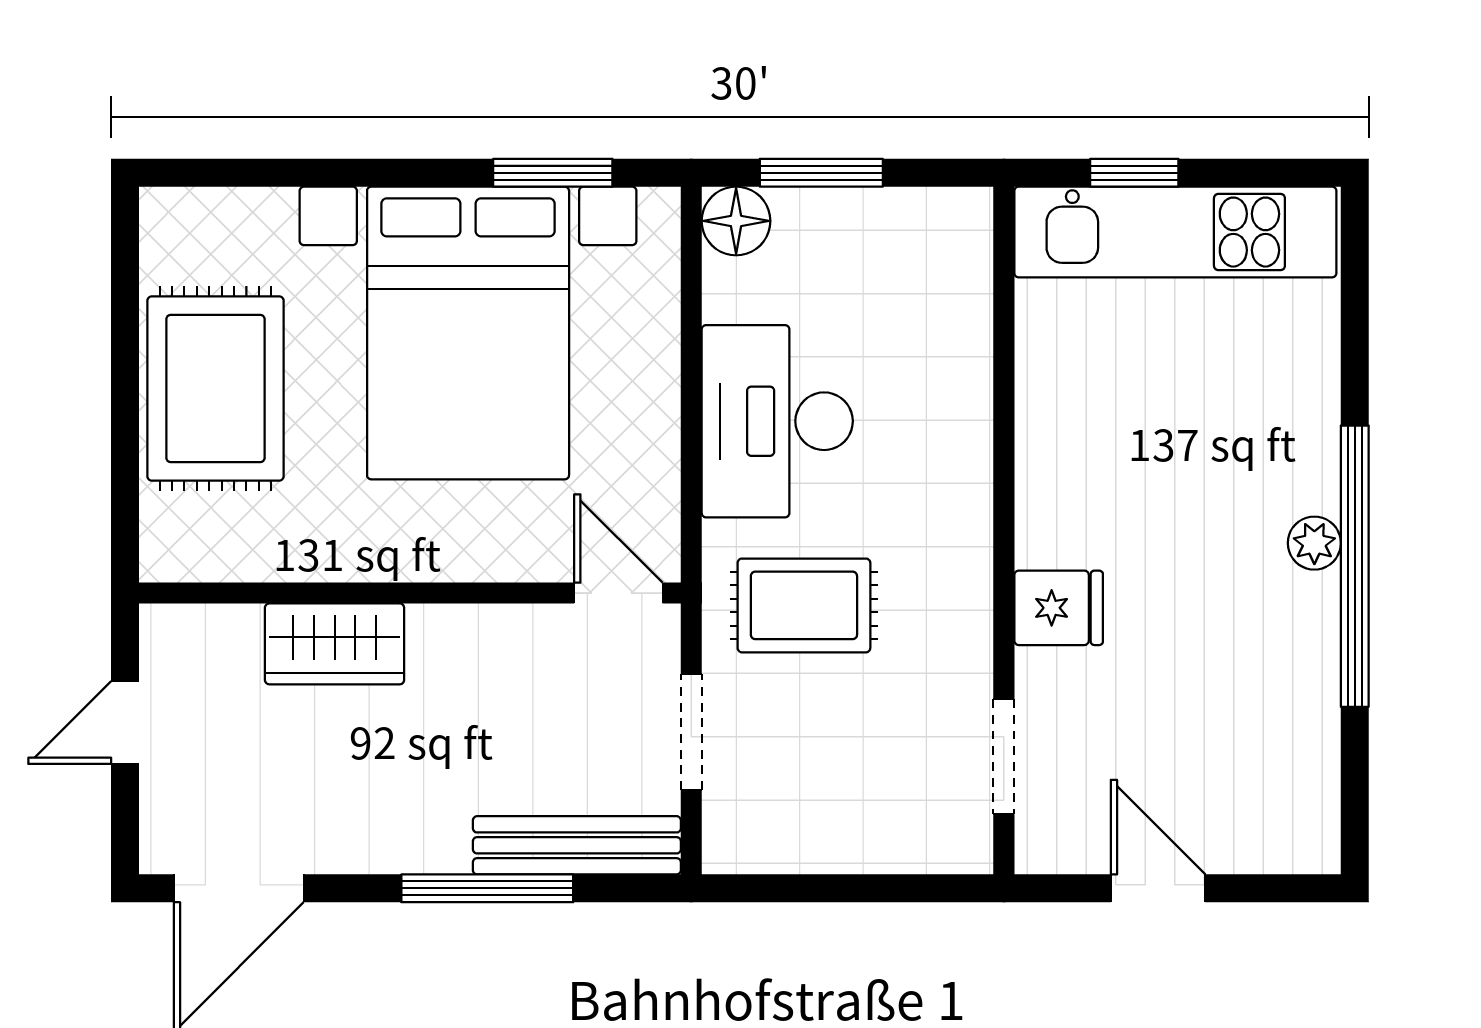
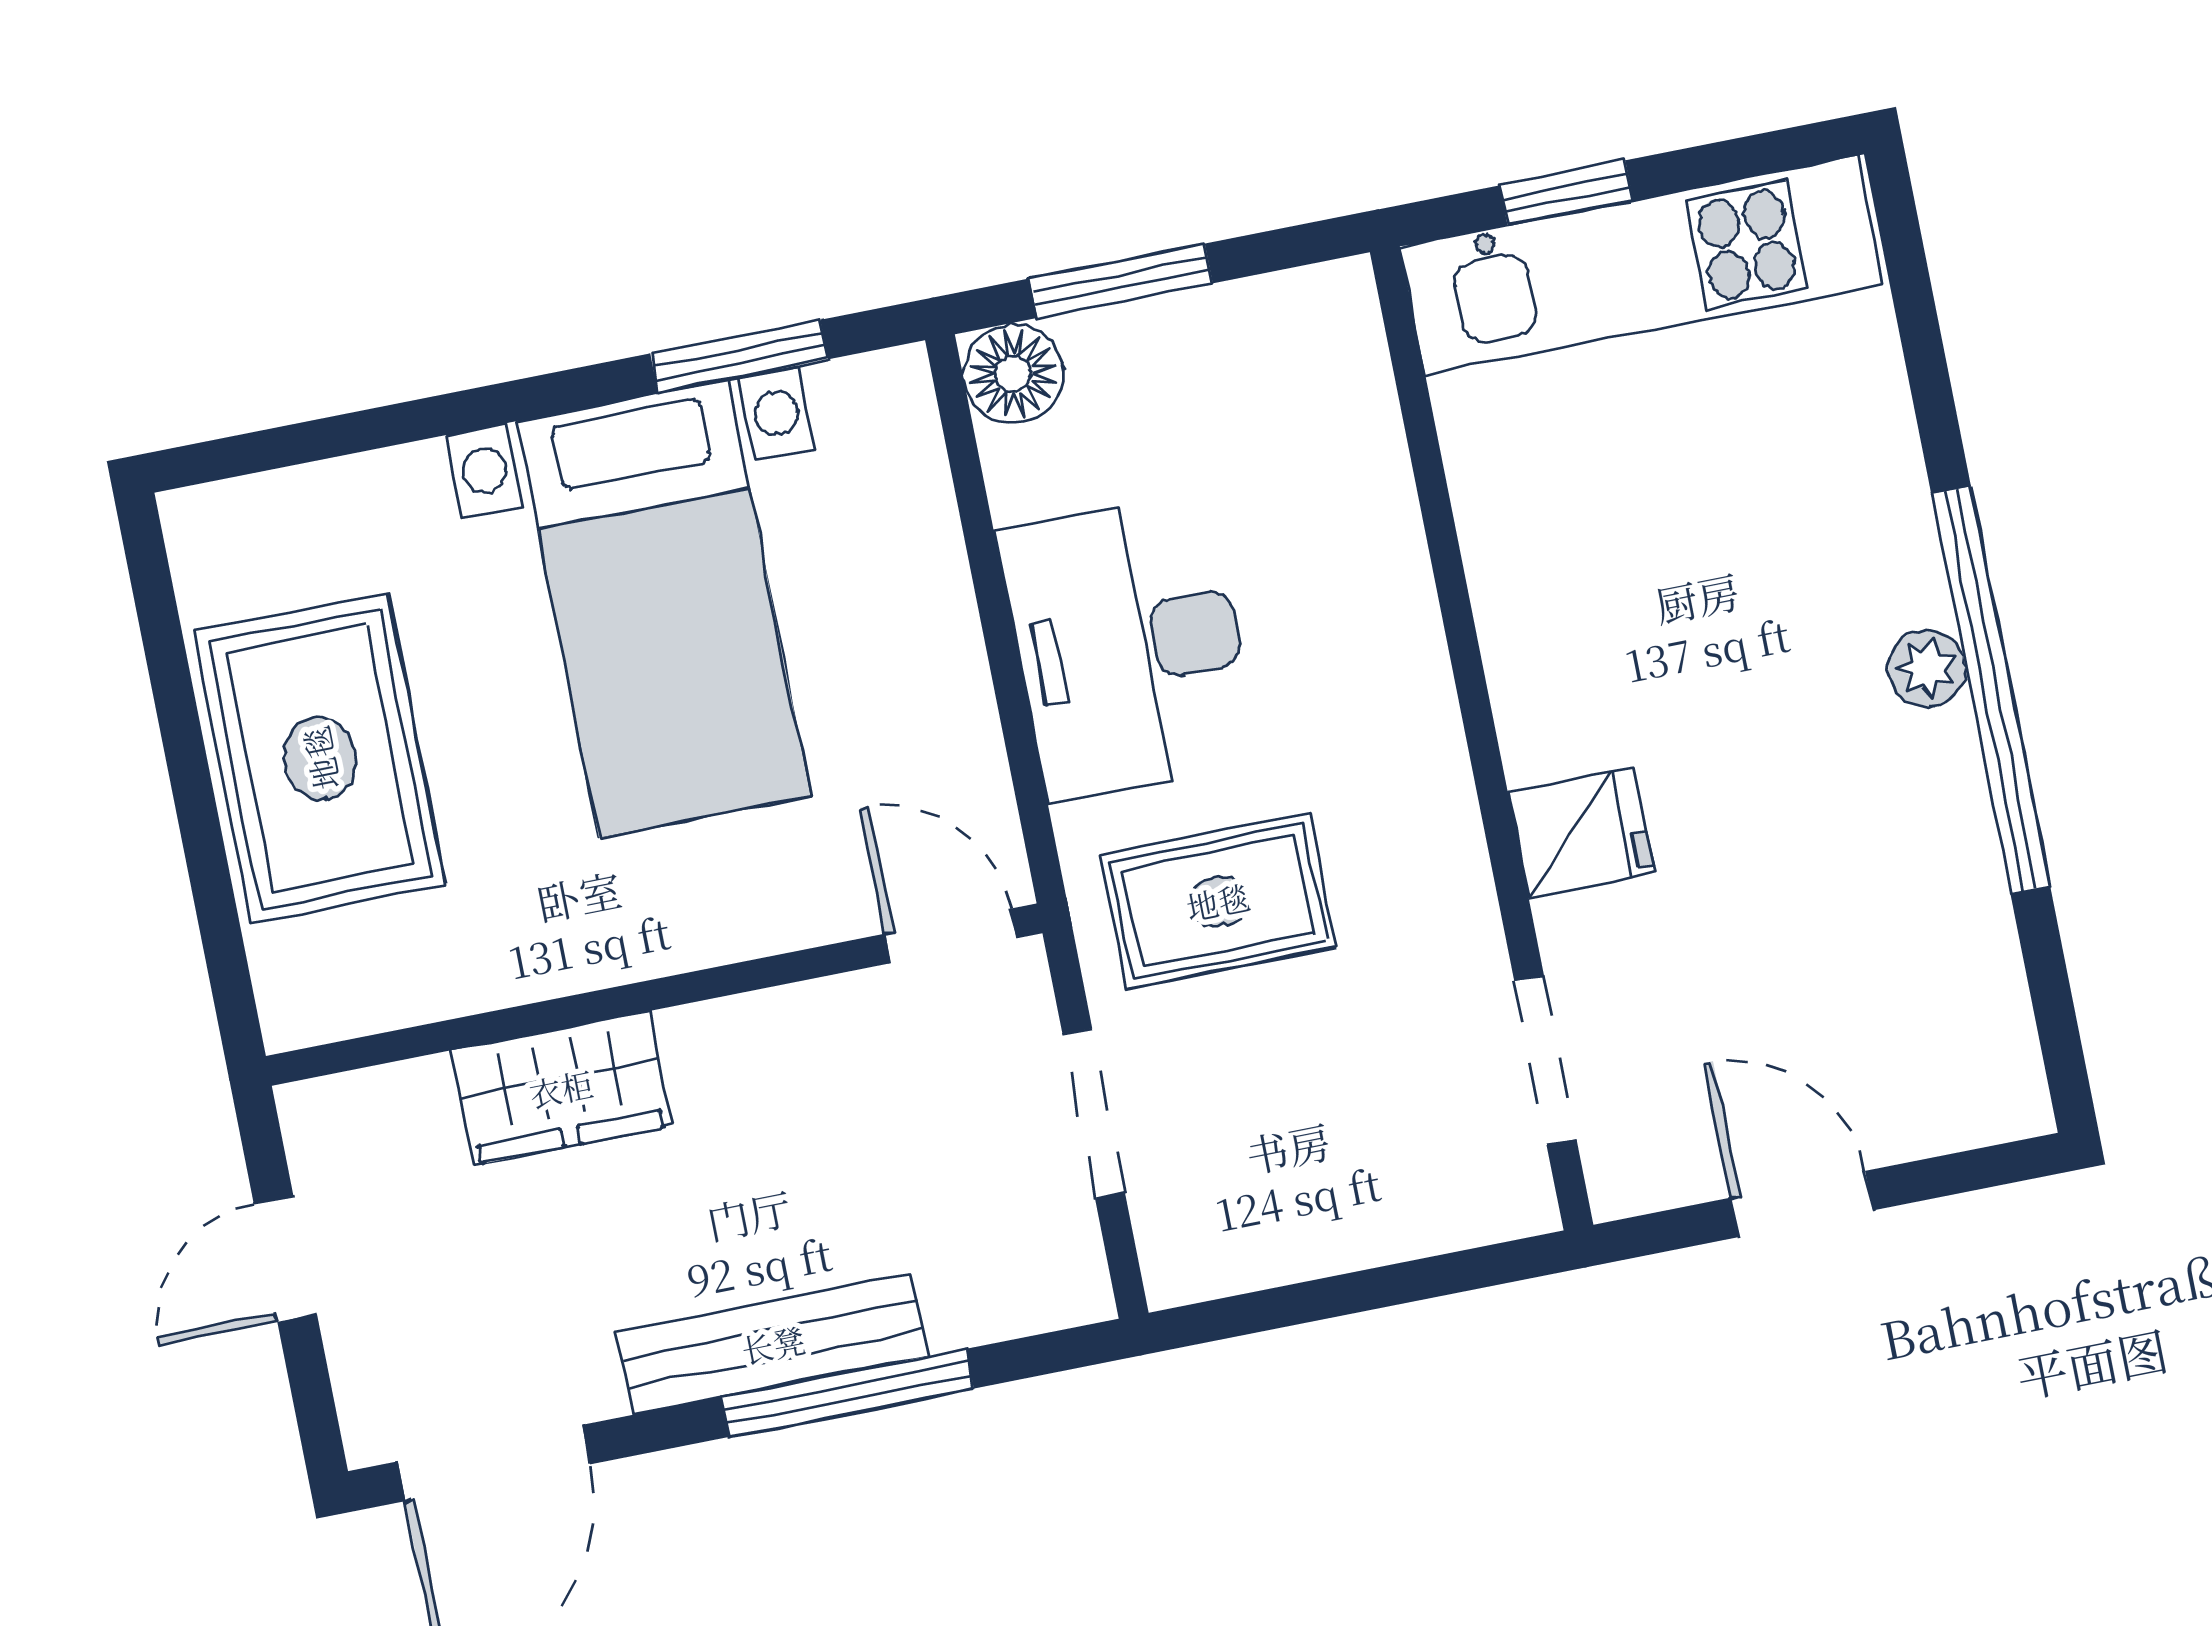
bed with nightstands: (468, 333) -> (664, 608), width x0.73
bench: (577, 845) -> (773, 1344), moved

